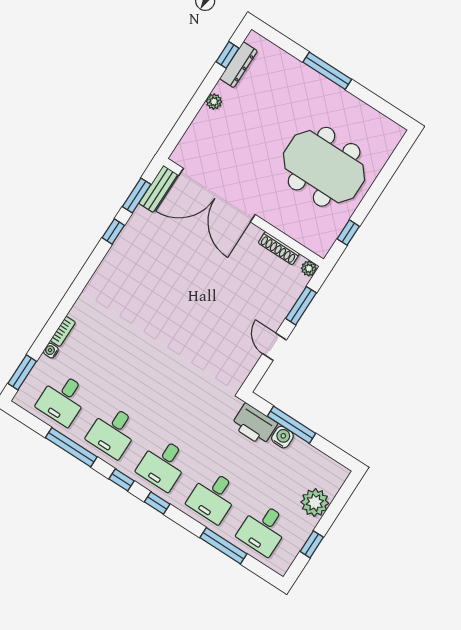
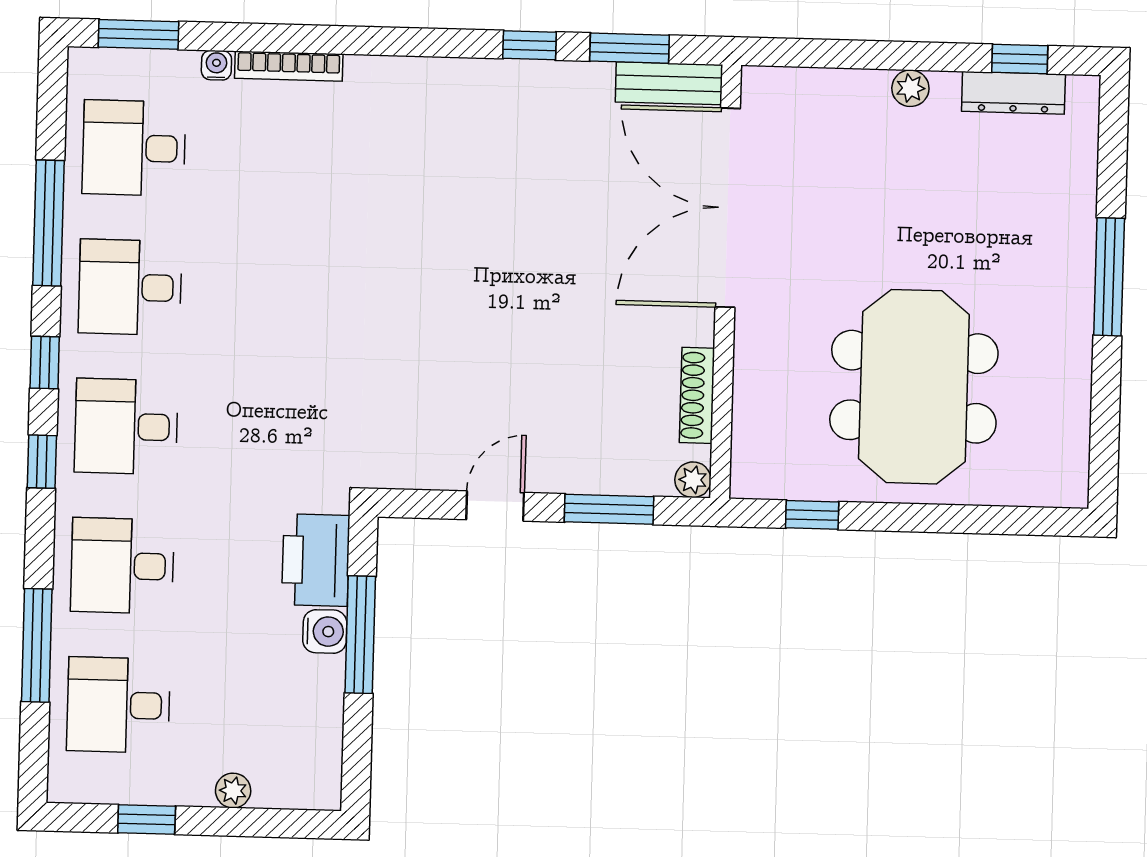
bookcase: (63, 331) -> (289, 66), width x1.56
plant: (315, 503) -> (233, 791), width x0.53, depth x0.53

